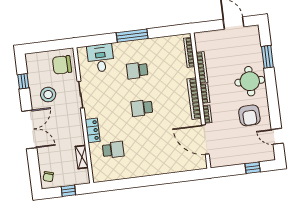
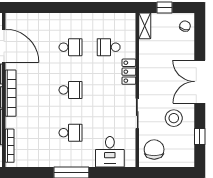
chair: (62, 65) -> (154, 149), turned -90
school desk: (147, 146) -> (71, 47), added
shelving: (82, 157) -> (145, 26), moved

